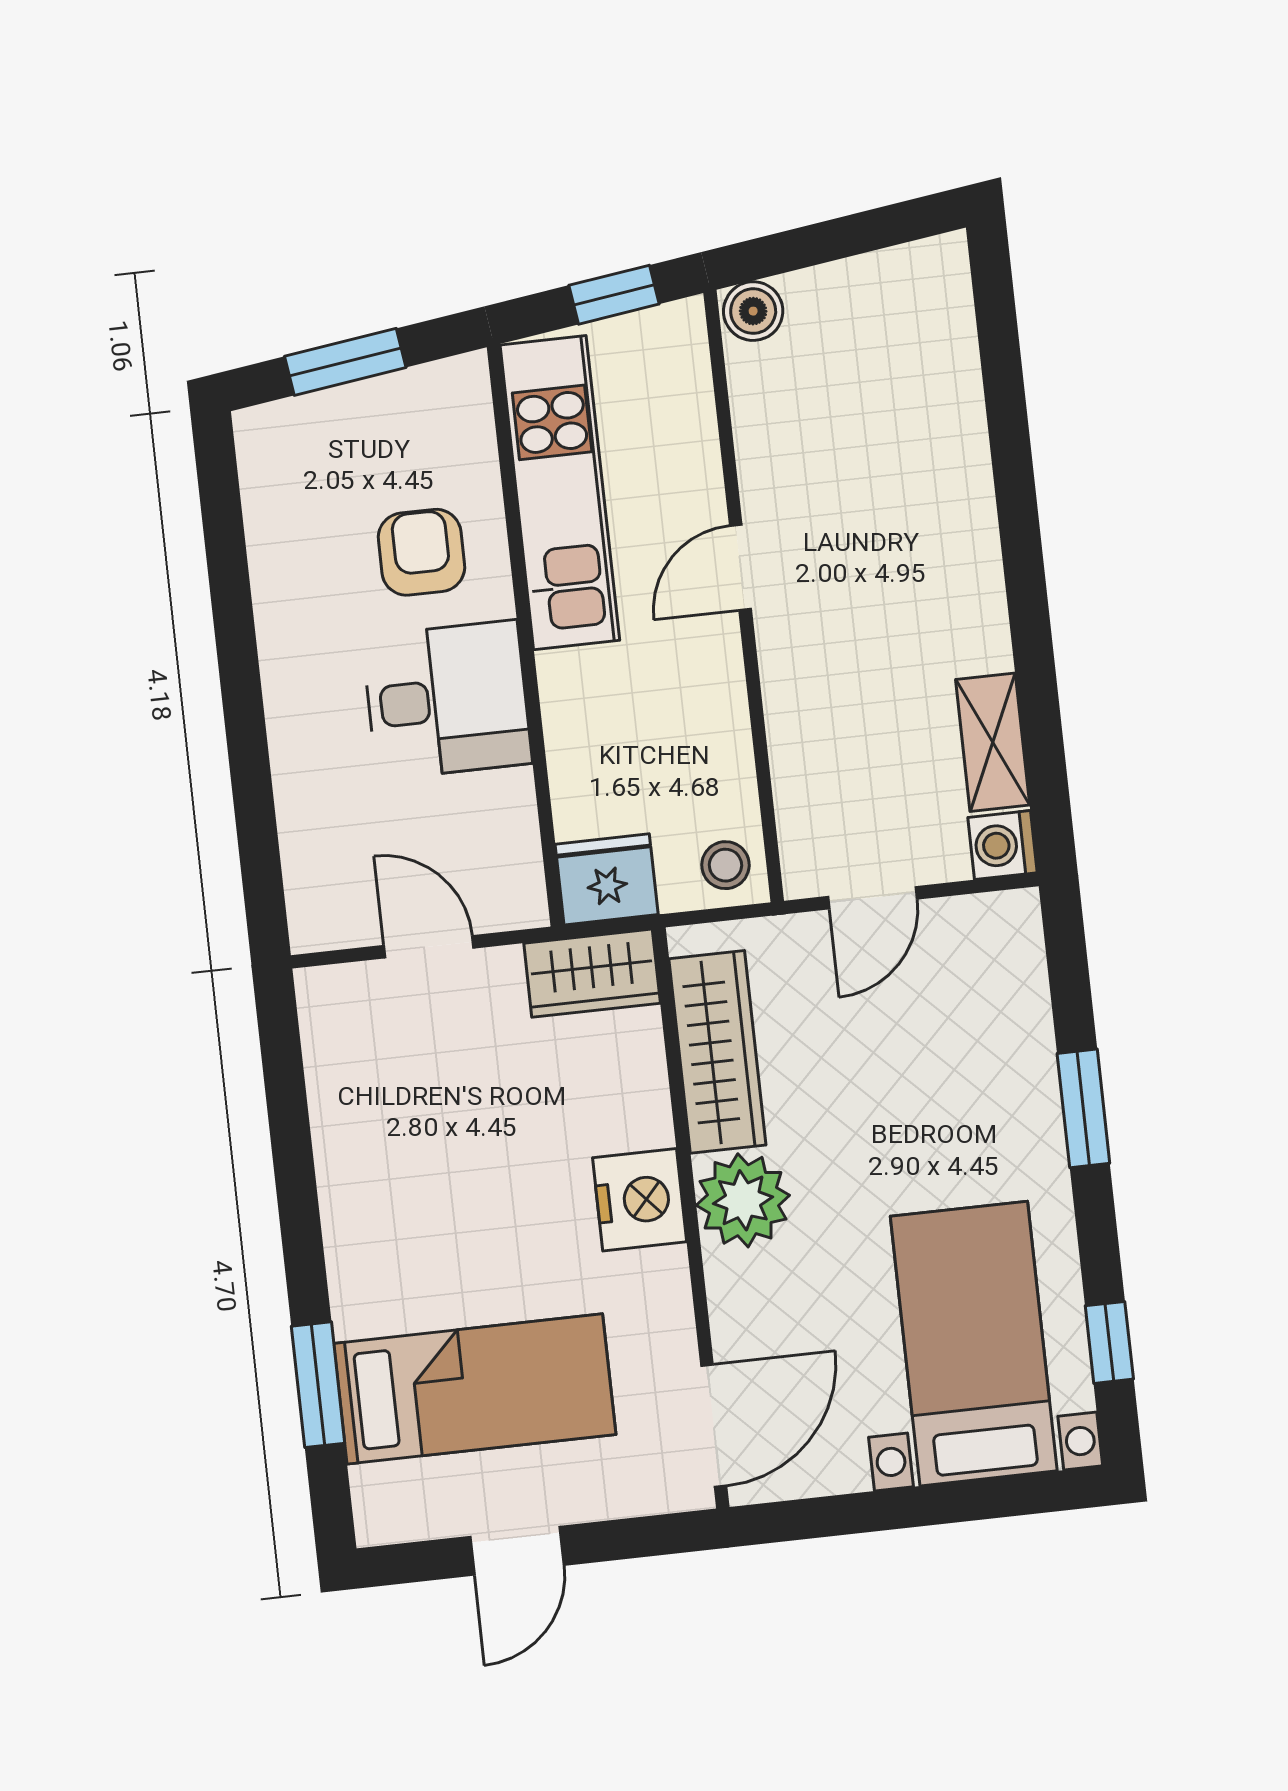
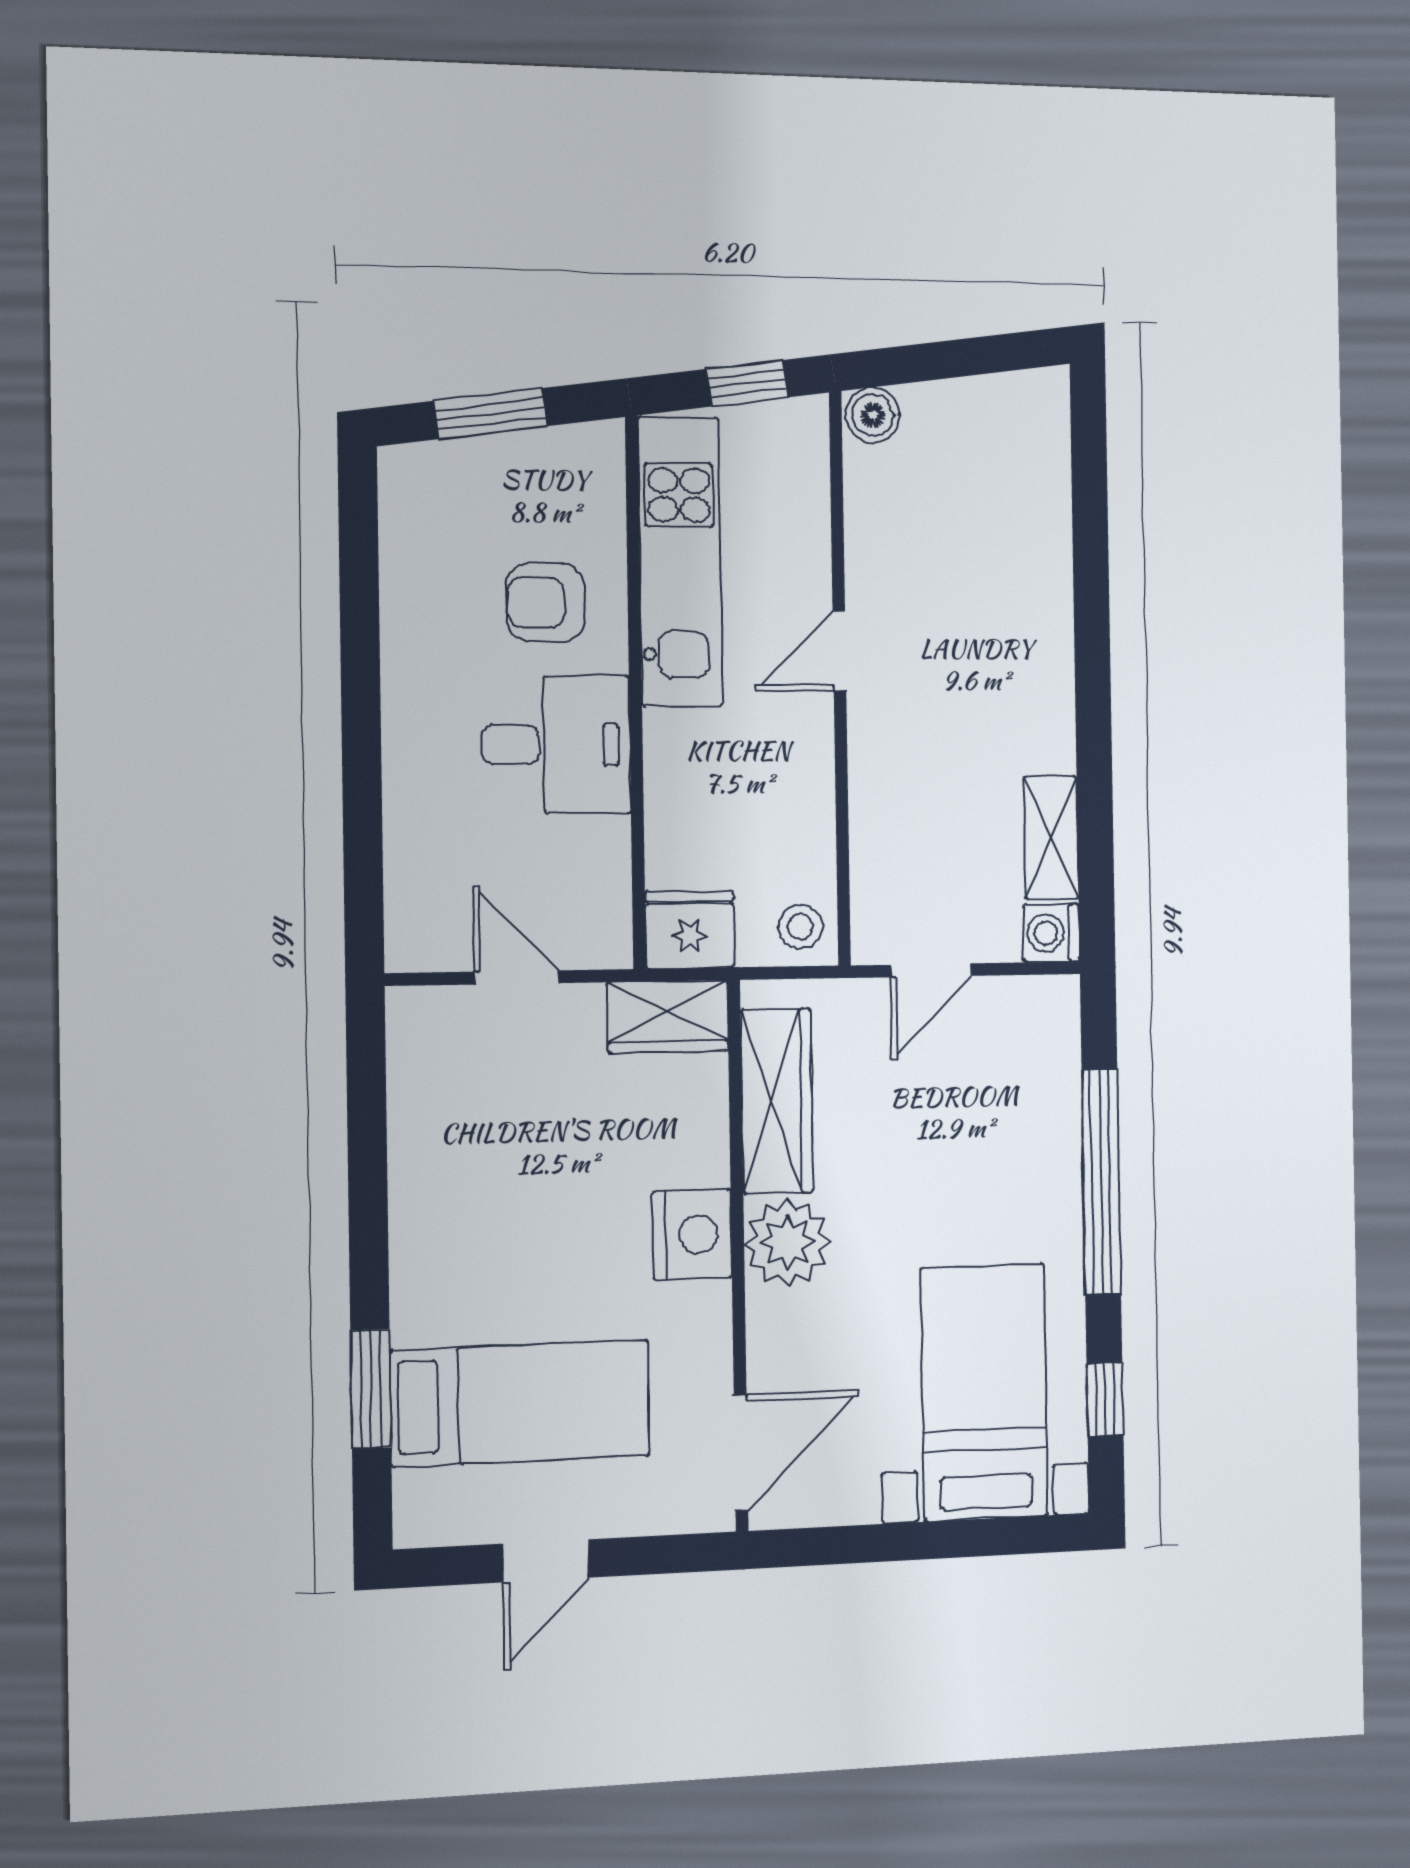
armchair: (421, 552) -> (545, 602), turned -90
window: (1083, 1108) -> (1101, 1182), width x2.11

